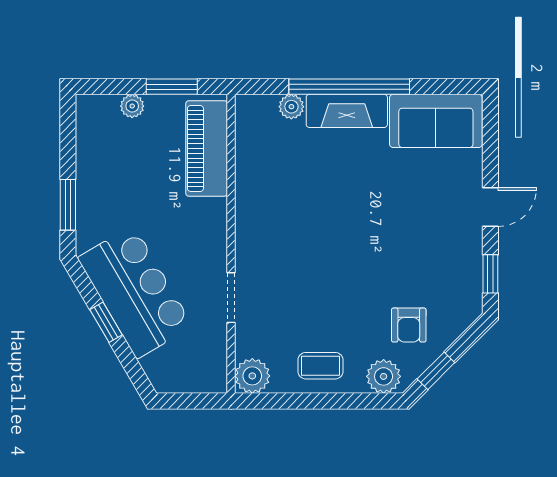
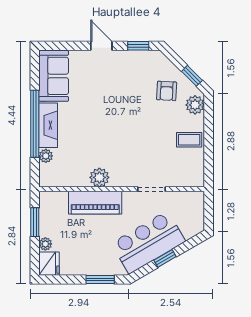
fridge: (97, 113) -> (49, 264), added
piano: (207, 148) -> (95, 203), moved
armchair: (409, 325) -> (167, 91), turned 93
coffee table: (320, 366) -> (189, 140), turned 90
plant: (252, 376) -> (99, 177), moved

